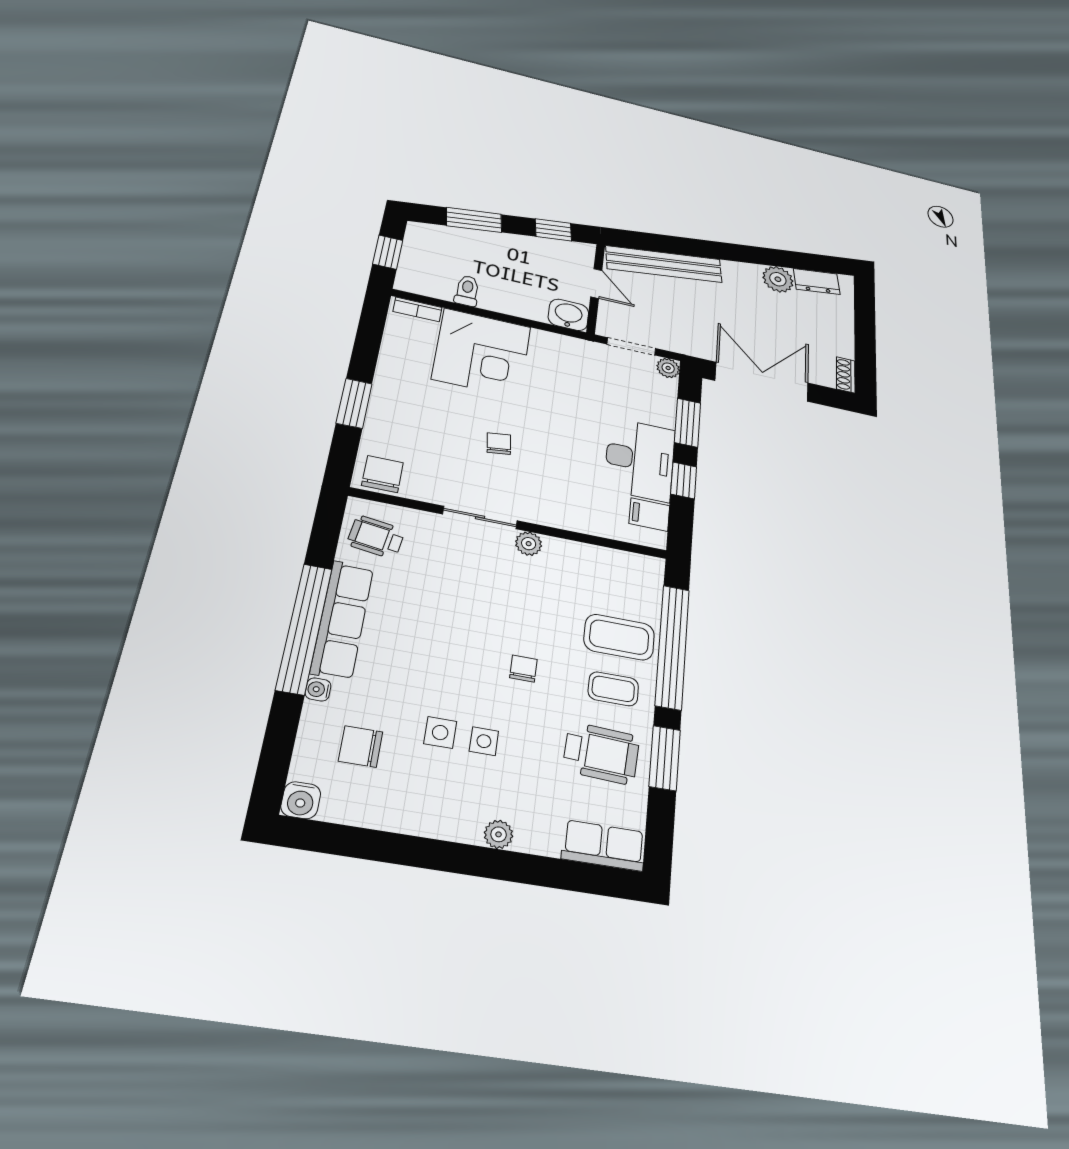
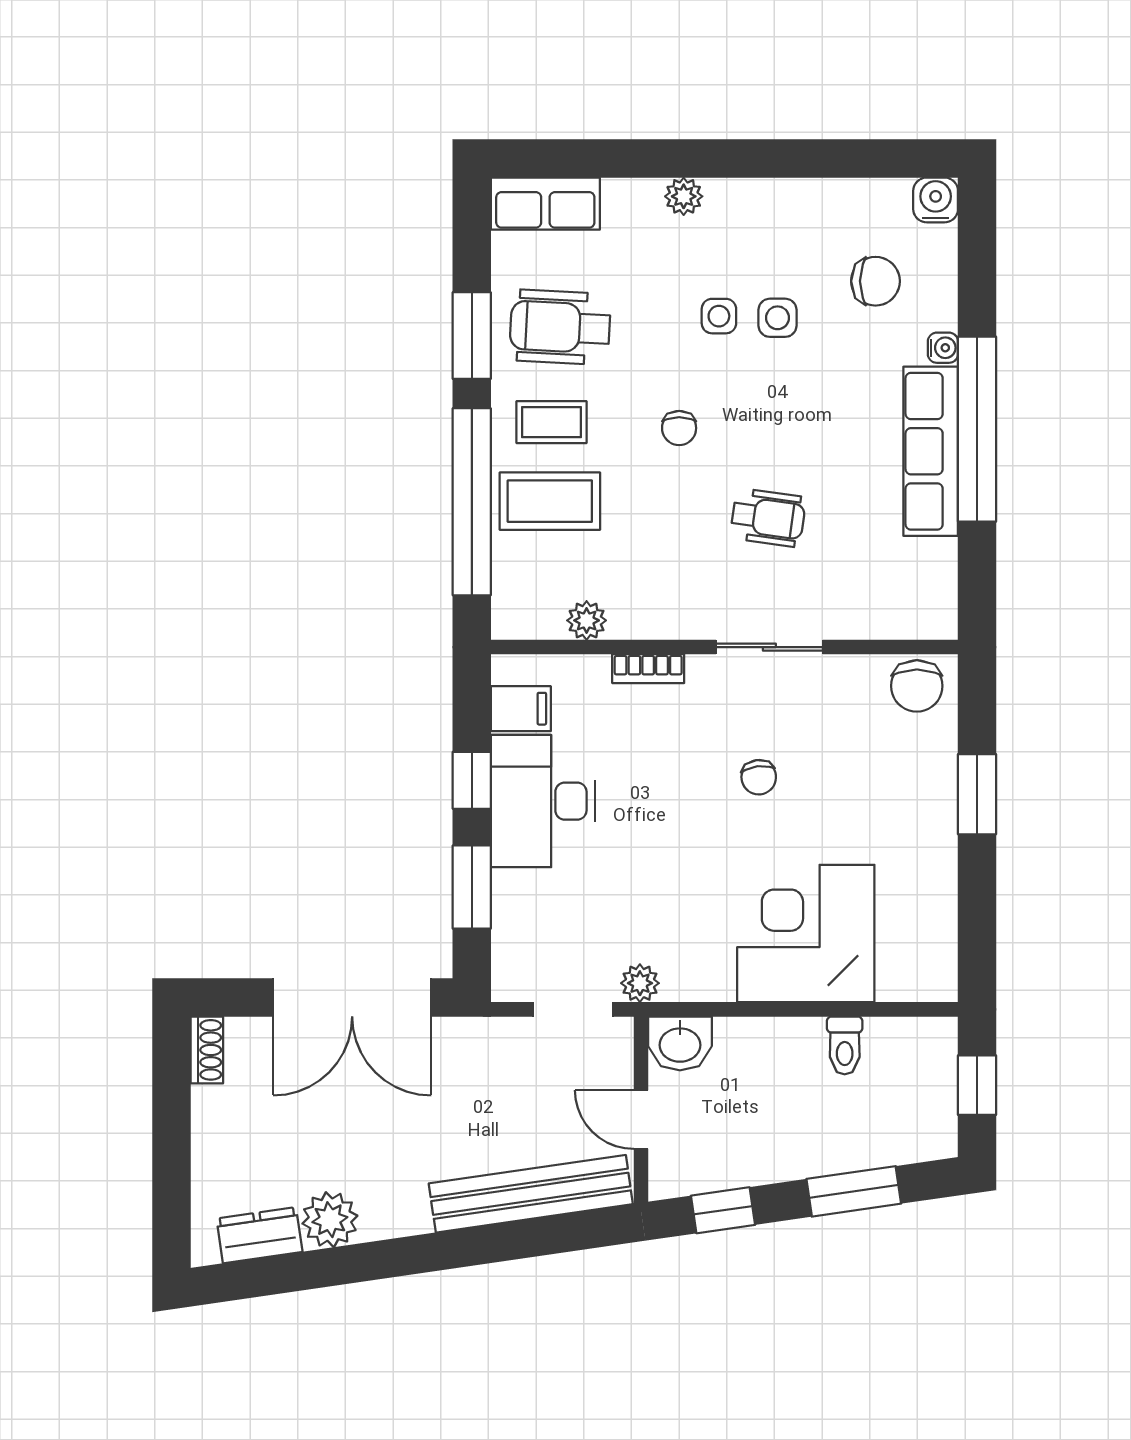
bookcase: (418, 309) -> (648, 669), moved, turned 180
plant: (668, 368) -> (640, 983), moved
wheelchair: (376, 537) -> (768, 518), moved
plant: (529, 544) -> (587, 620), moved

